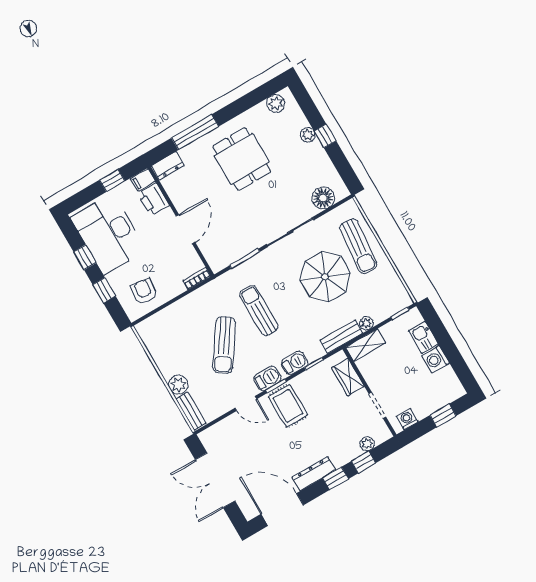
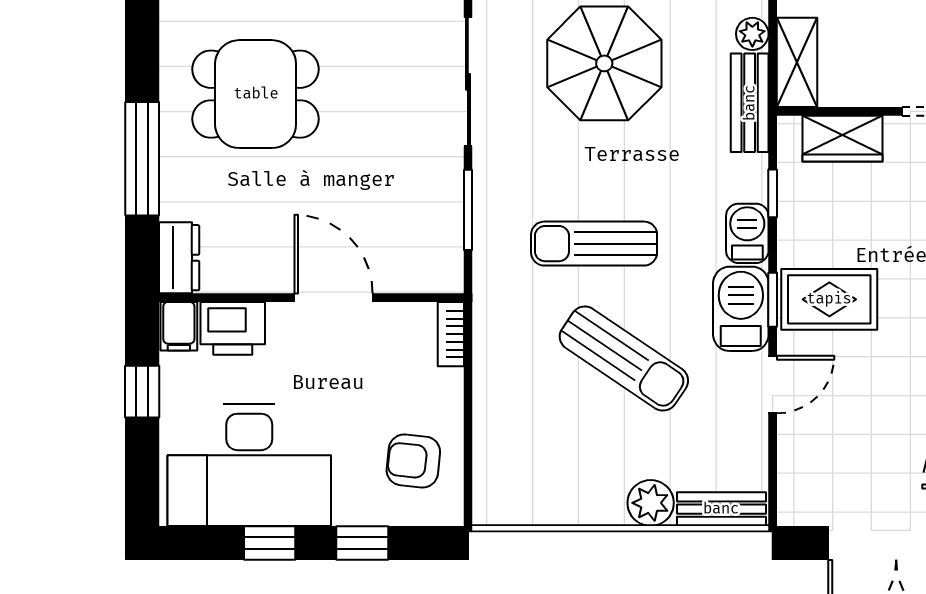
barbecue: (267, 378) -> (741, 309), width x1.38, depth x1.27

